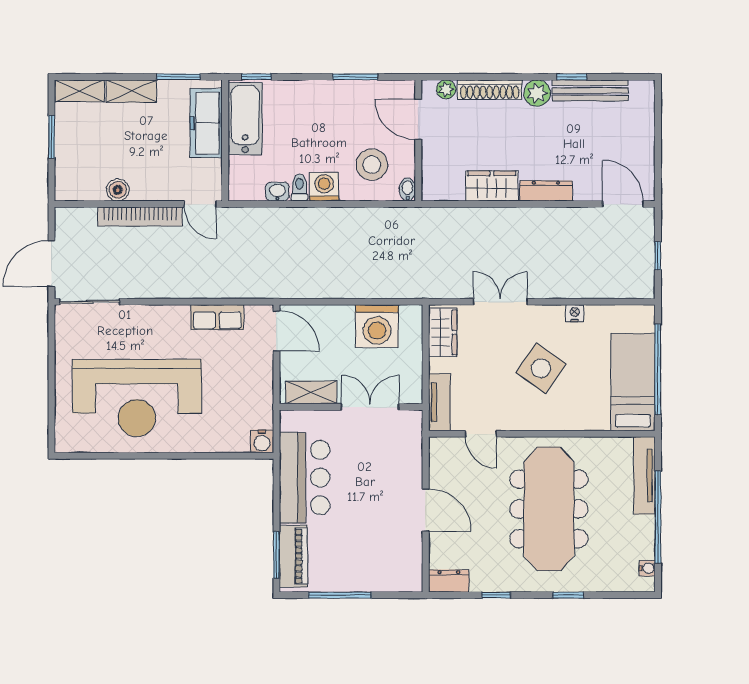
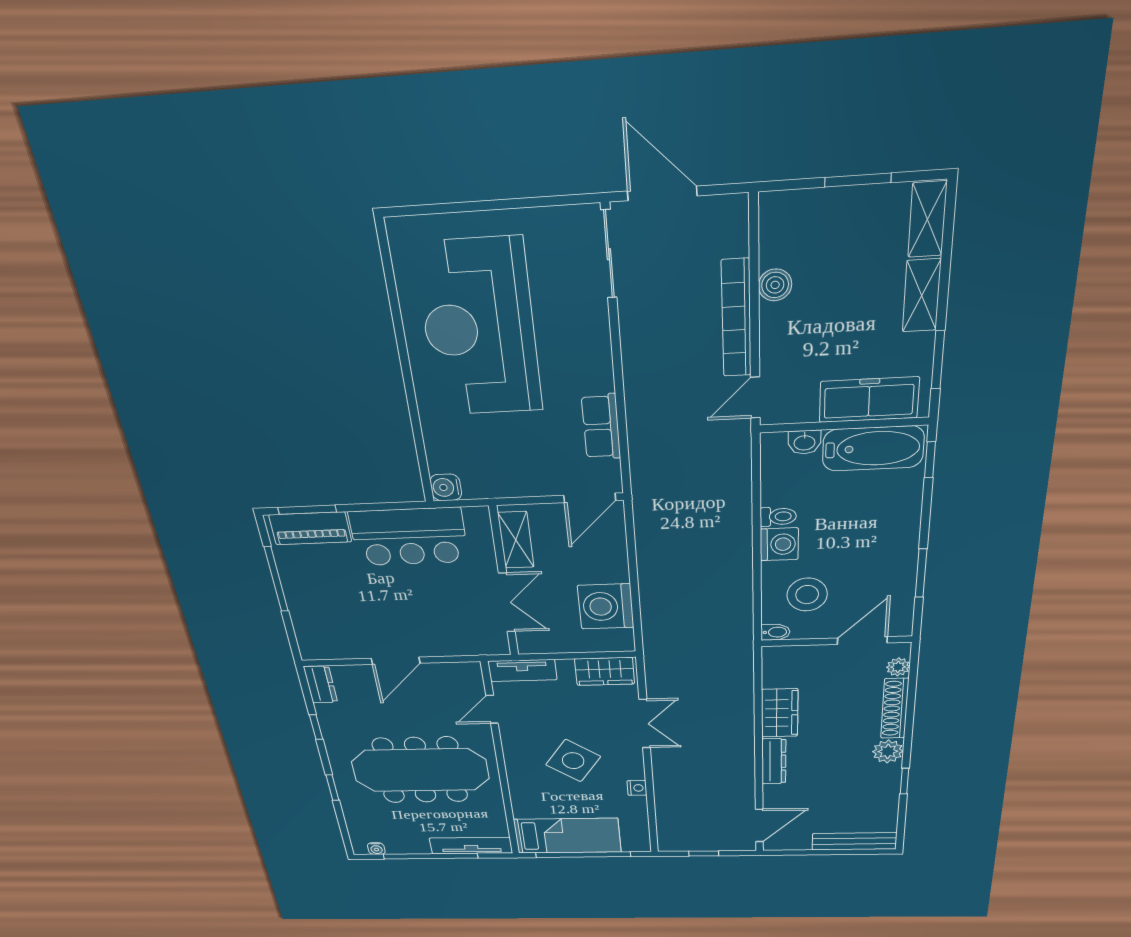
bench: (590, 90) -> (854, 841), moved, turned 90
washbasin: (277, 192) -> (804, 442), moved, turned 90

